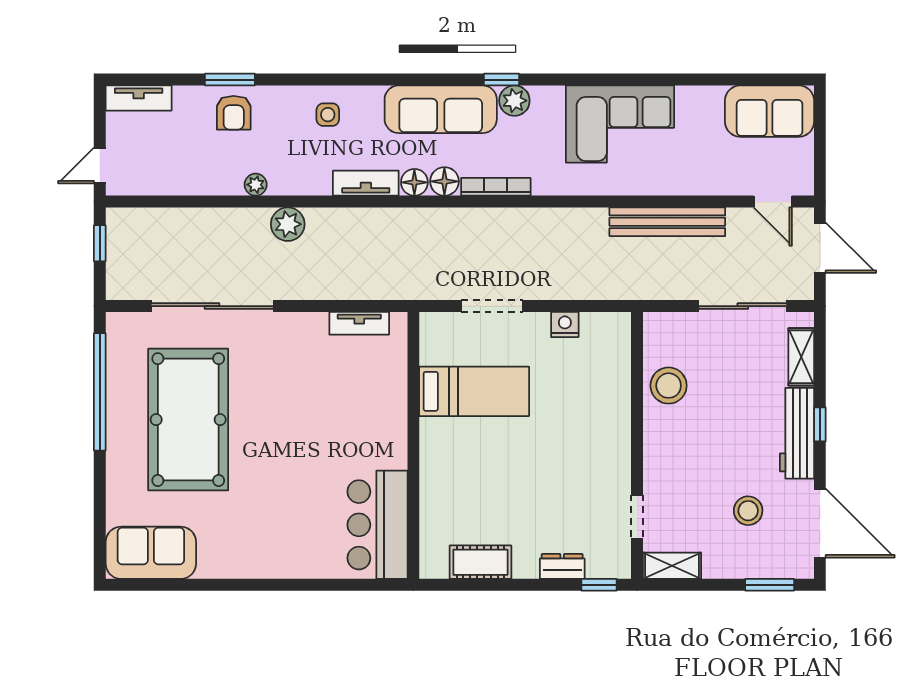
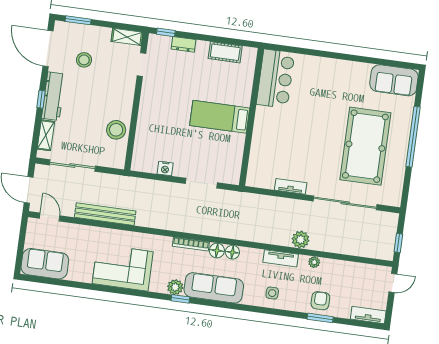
tv unit: (366, 183) -> (281, 258), moved
tv unit: (359, 323) -> (291, 186), moved
bed: (474, 391) -> (220, 117), moved
window: (100, 392) -> (413, 137), moved

